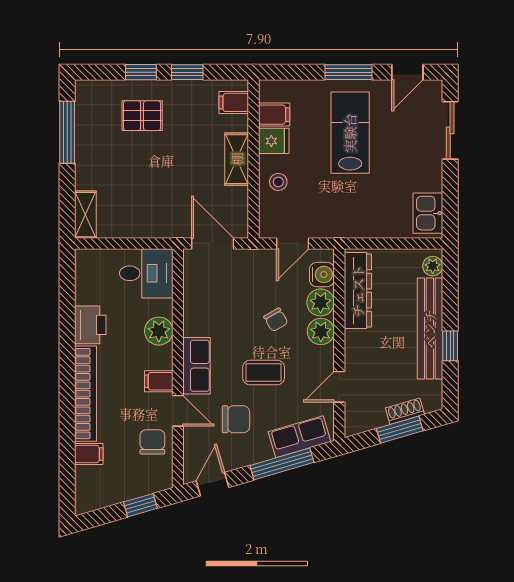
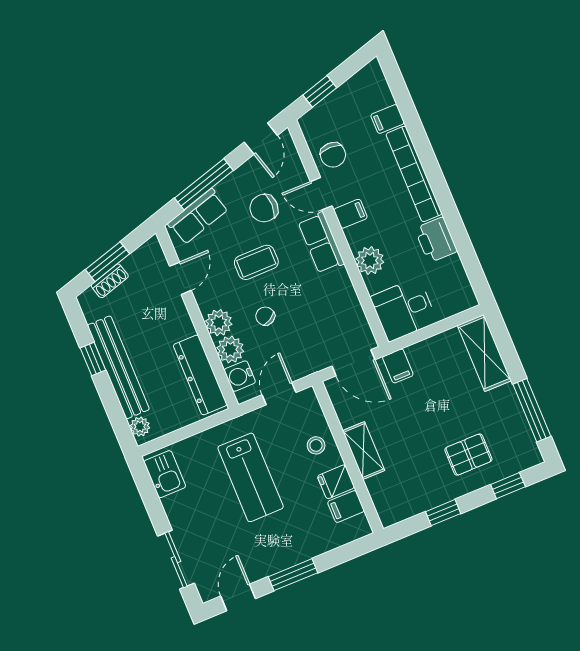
window: (141, 72) -> (508, 486), moved
filing cabinet: (234, 102) -> (398, 366), moved, turned 90
lab bench: (350, 133) -> (251, 477), moved
shelving: (85, 215) -> (484, 353), width x1.50, depth x1.33

